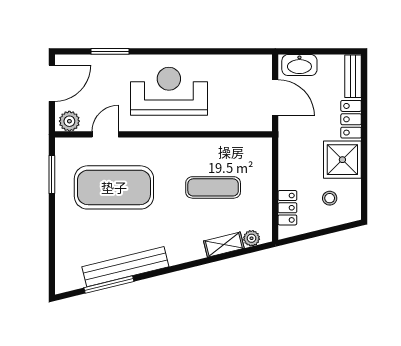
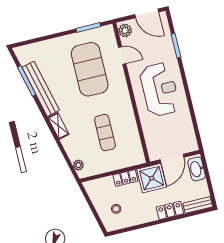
shower: (342, 160) -> (152, 178), moved
locker: (287, 208) -> (125, 178), moved
shelving: (224, 245) -> (58, 126), moved

